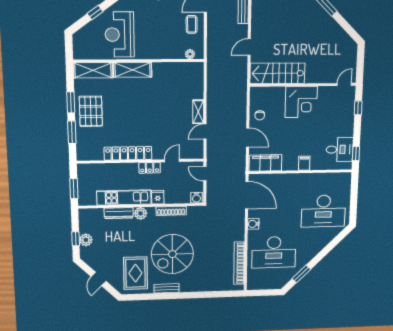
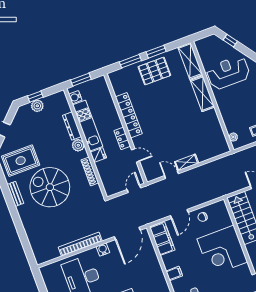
window: (95, 13) -> (230, 41), moved
corner desk: (301, 102) -> (222, 250), width x1.36, depth x1.36
water cooler: (196, 198) -> (75, 97), moved
bookcase: (239, 263) -> (80, 244), moved

